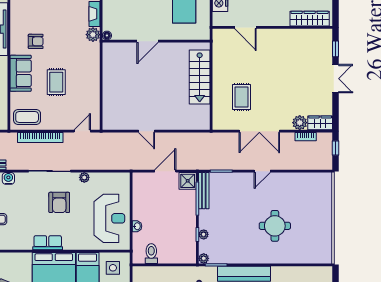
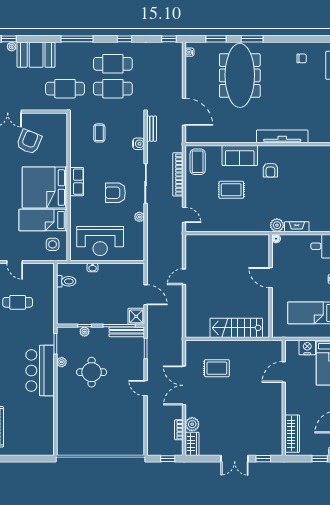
round table: (275, 226) -> (92, 372), moved
plant: (204, 258) -> (62, 362), moved

